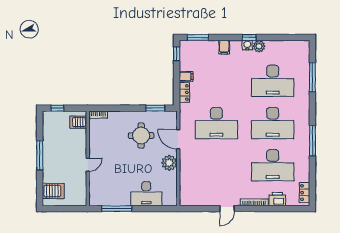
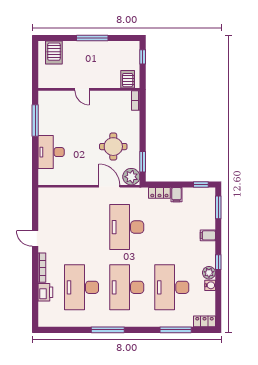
water cooler: (247, 45) -> (210, 285), moved
door: (178, 139) -> (109, 186), hinge flipped
plant: (169, 163) -> (131, 177), moved
locker: (305, 193) -> (204, 321), moved

